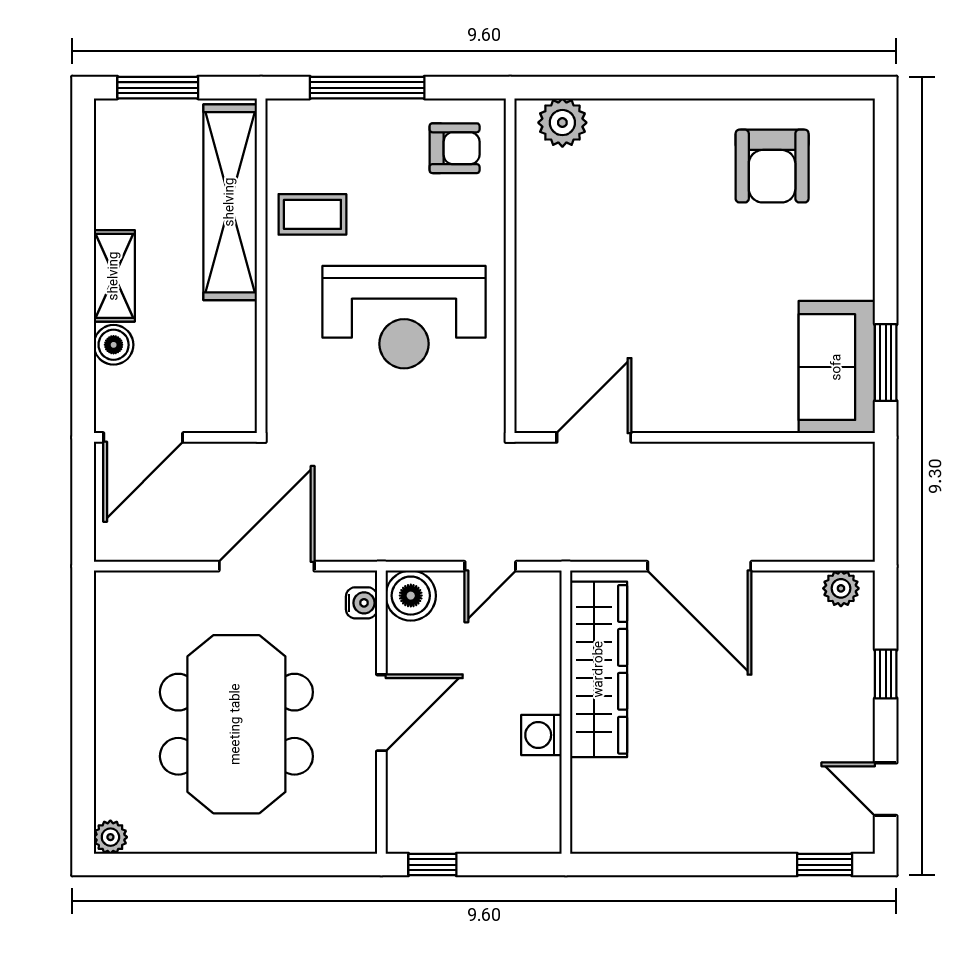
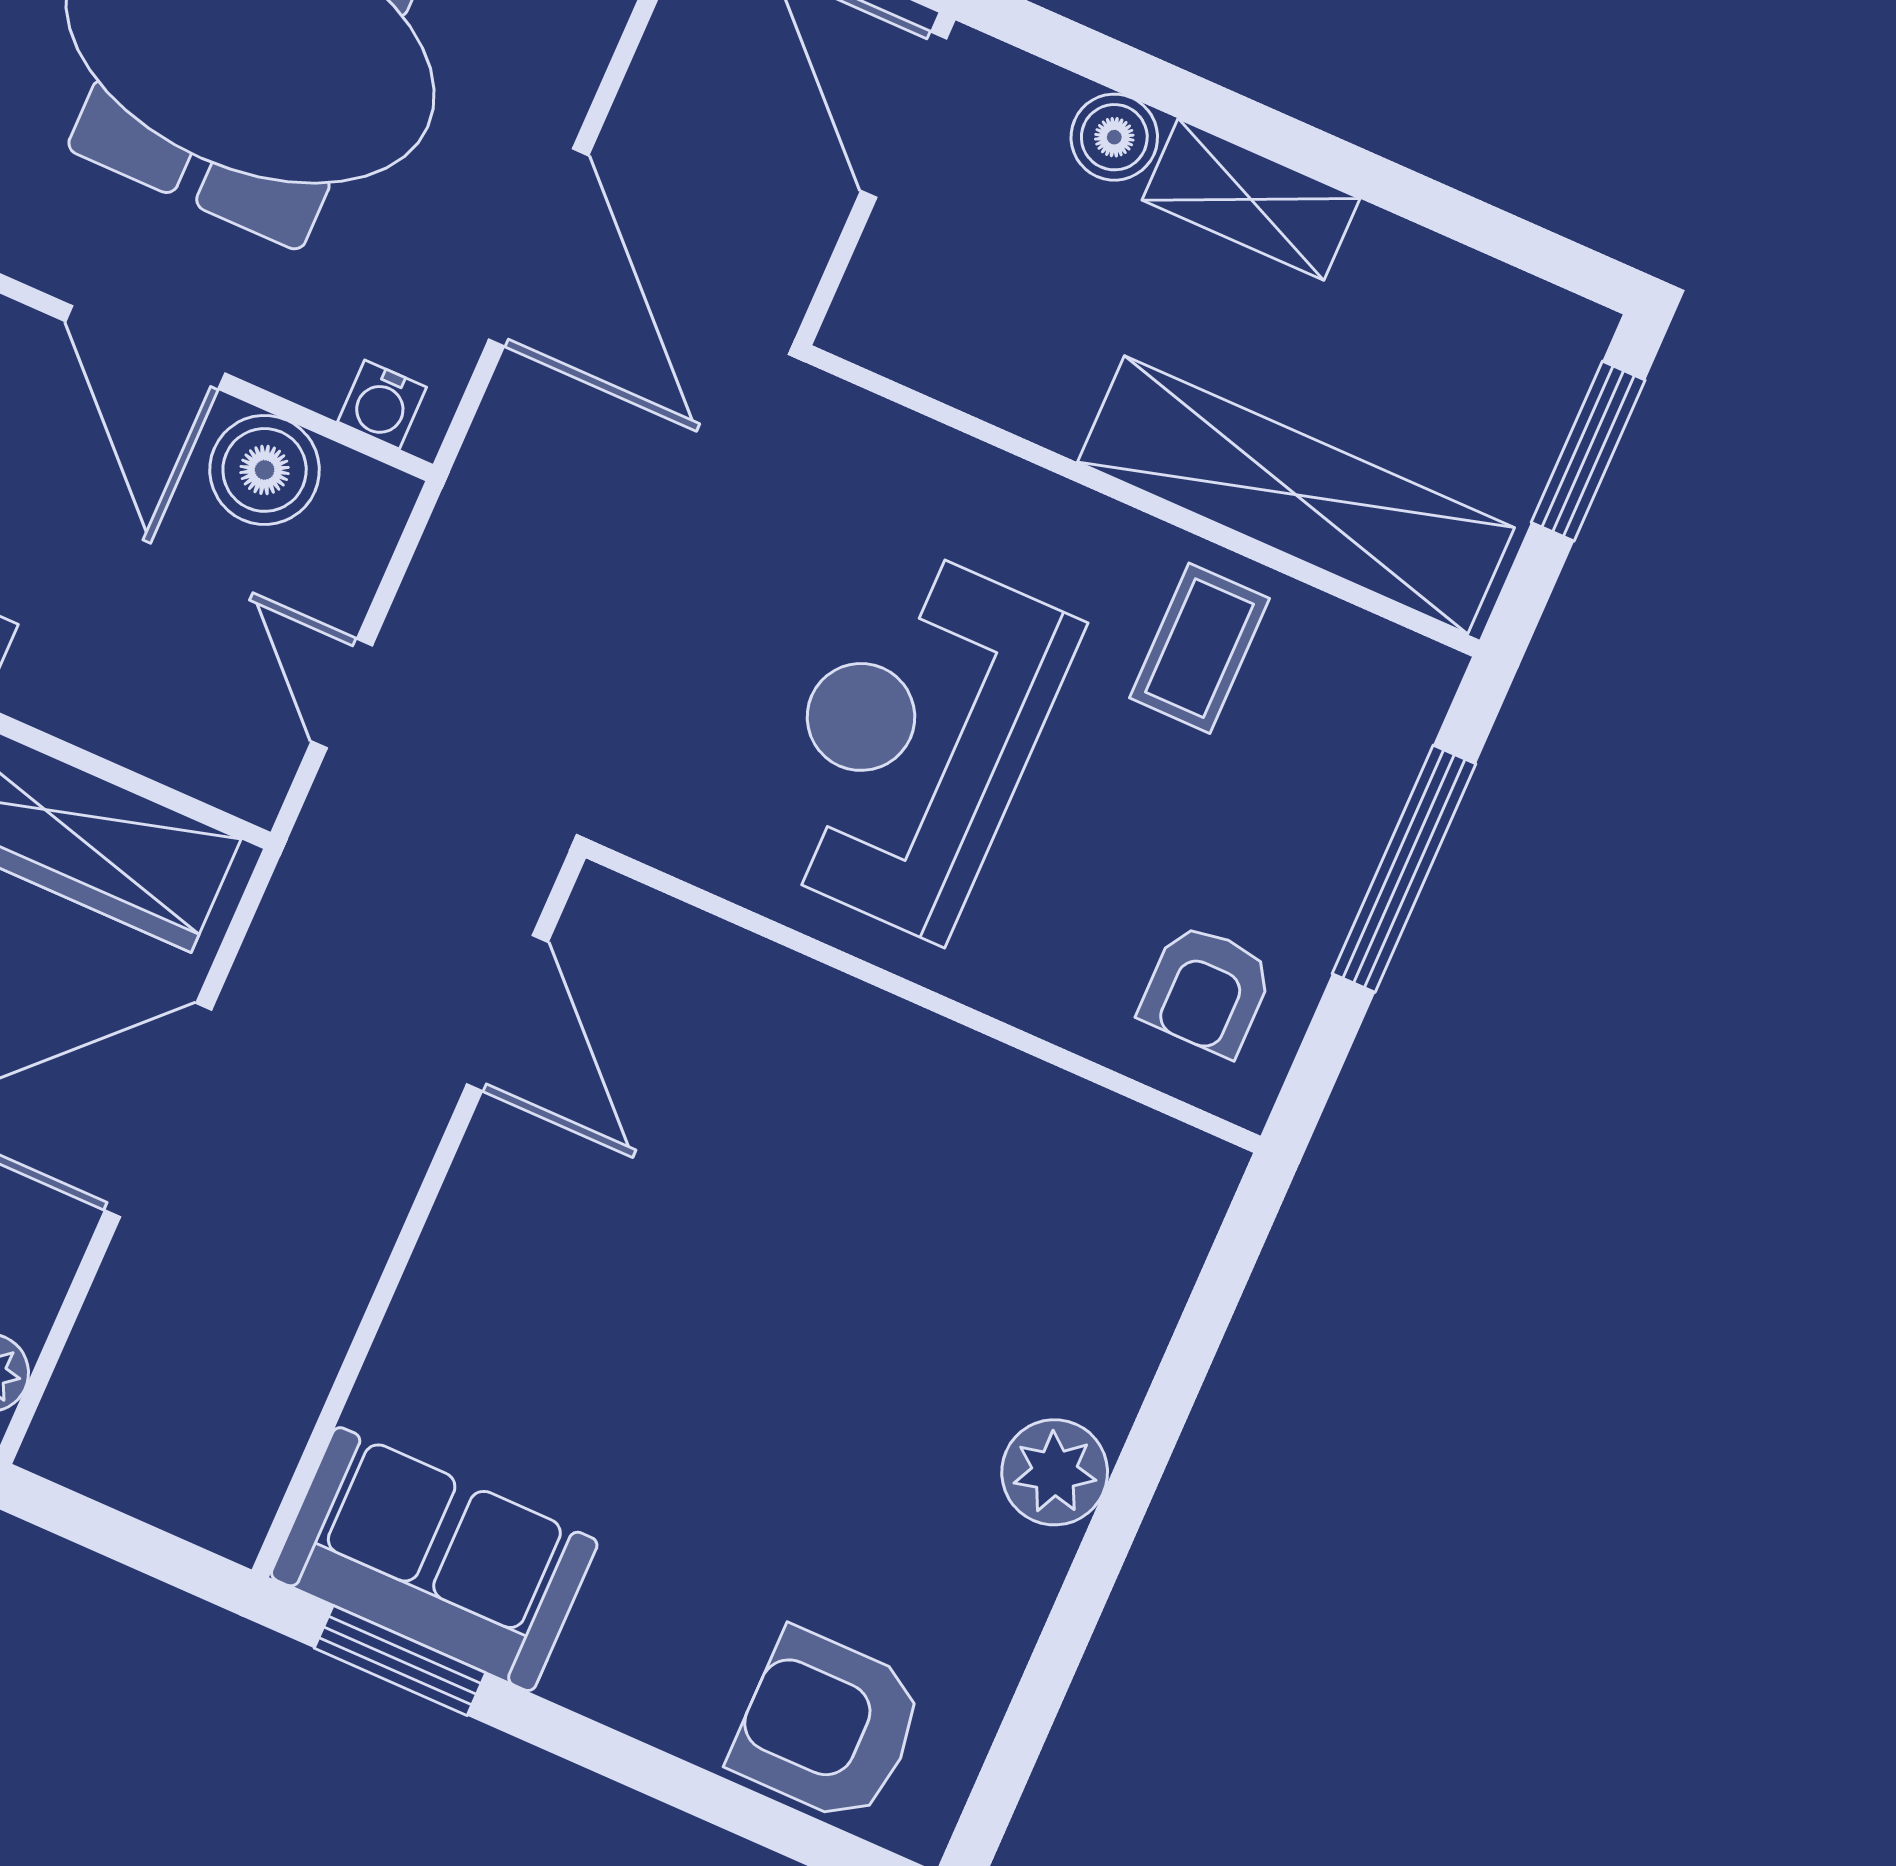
plant: (562, 123) -> (1055, 1472), moved
armchair: (772, 166) -> (828, 1726), moved
boiler: (411, 596) -> (265, 470), moved

